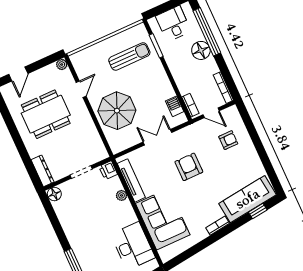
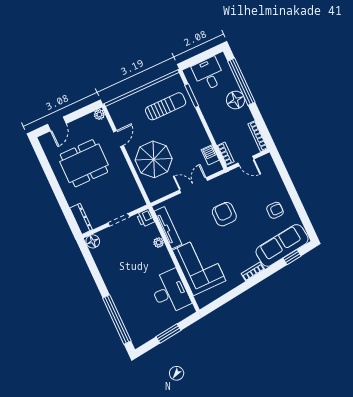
armchair: (228, 140) -> (275, 210), moved

